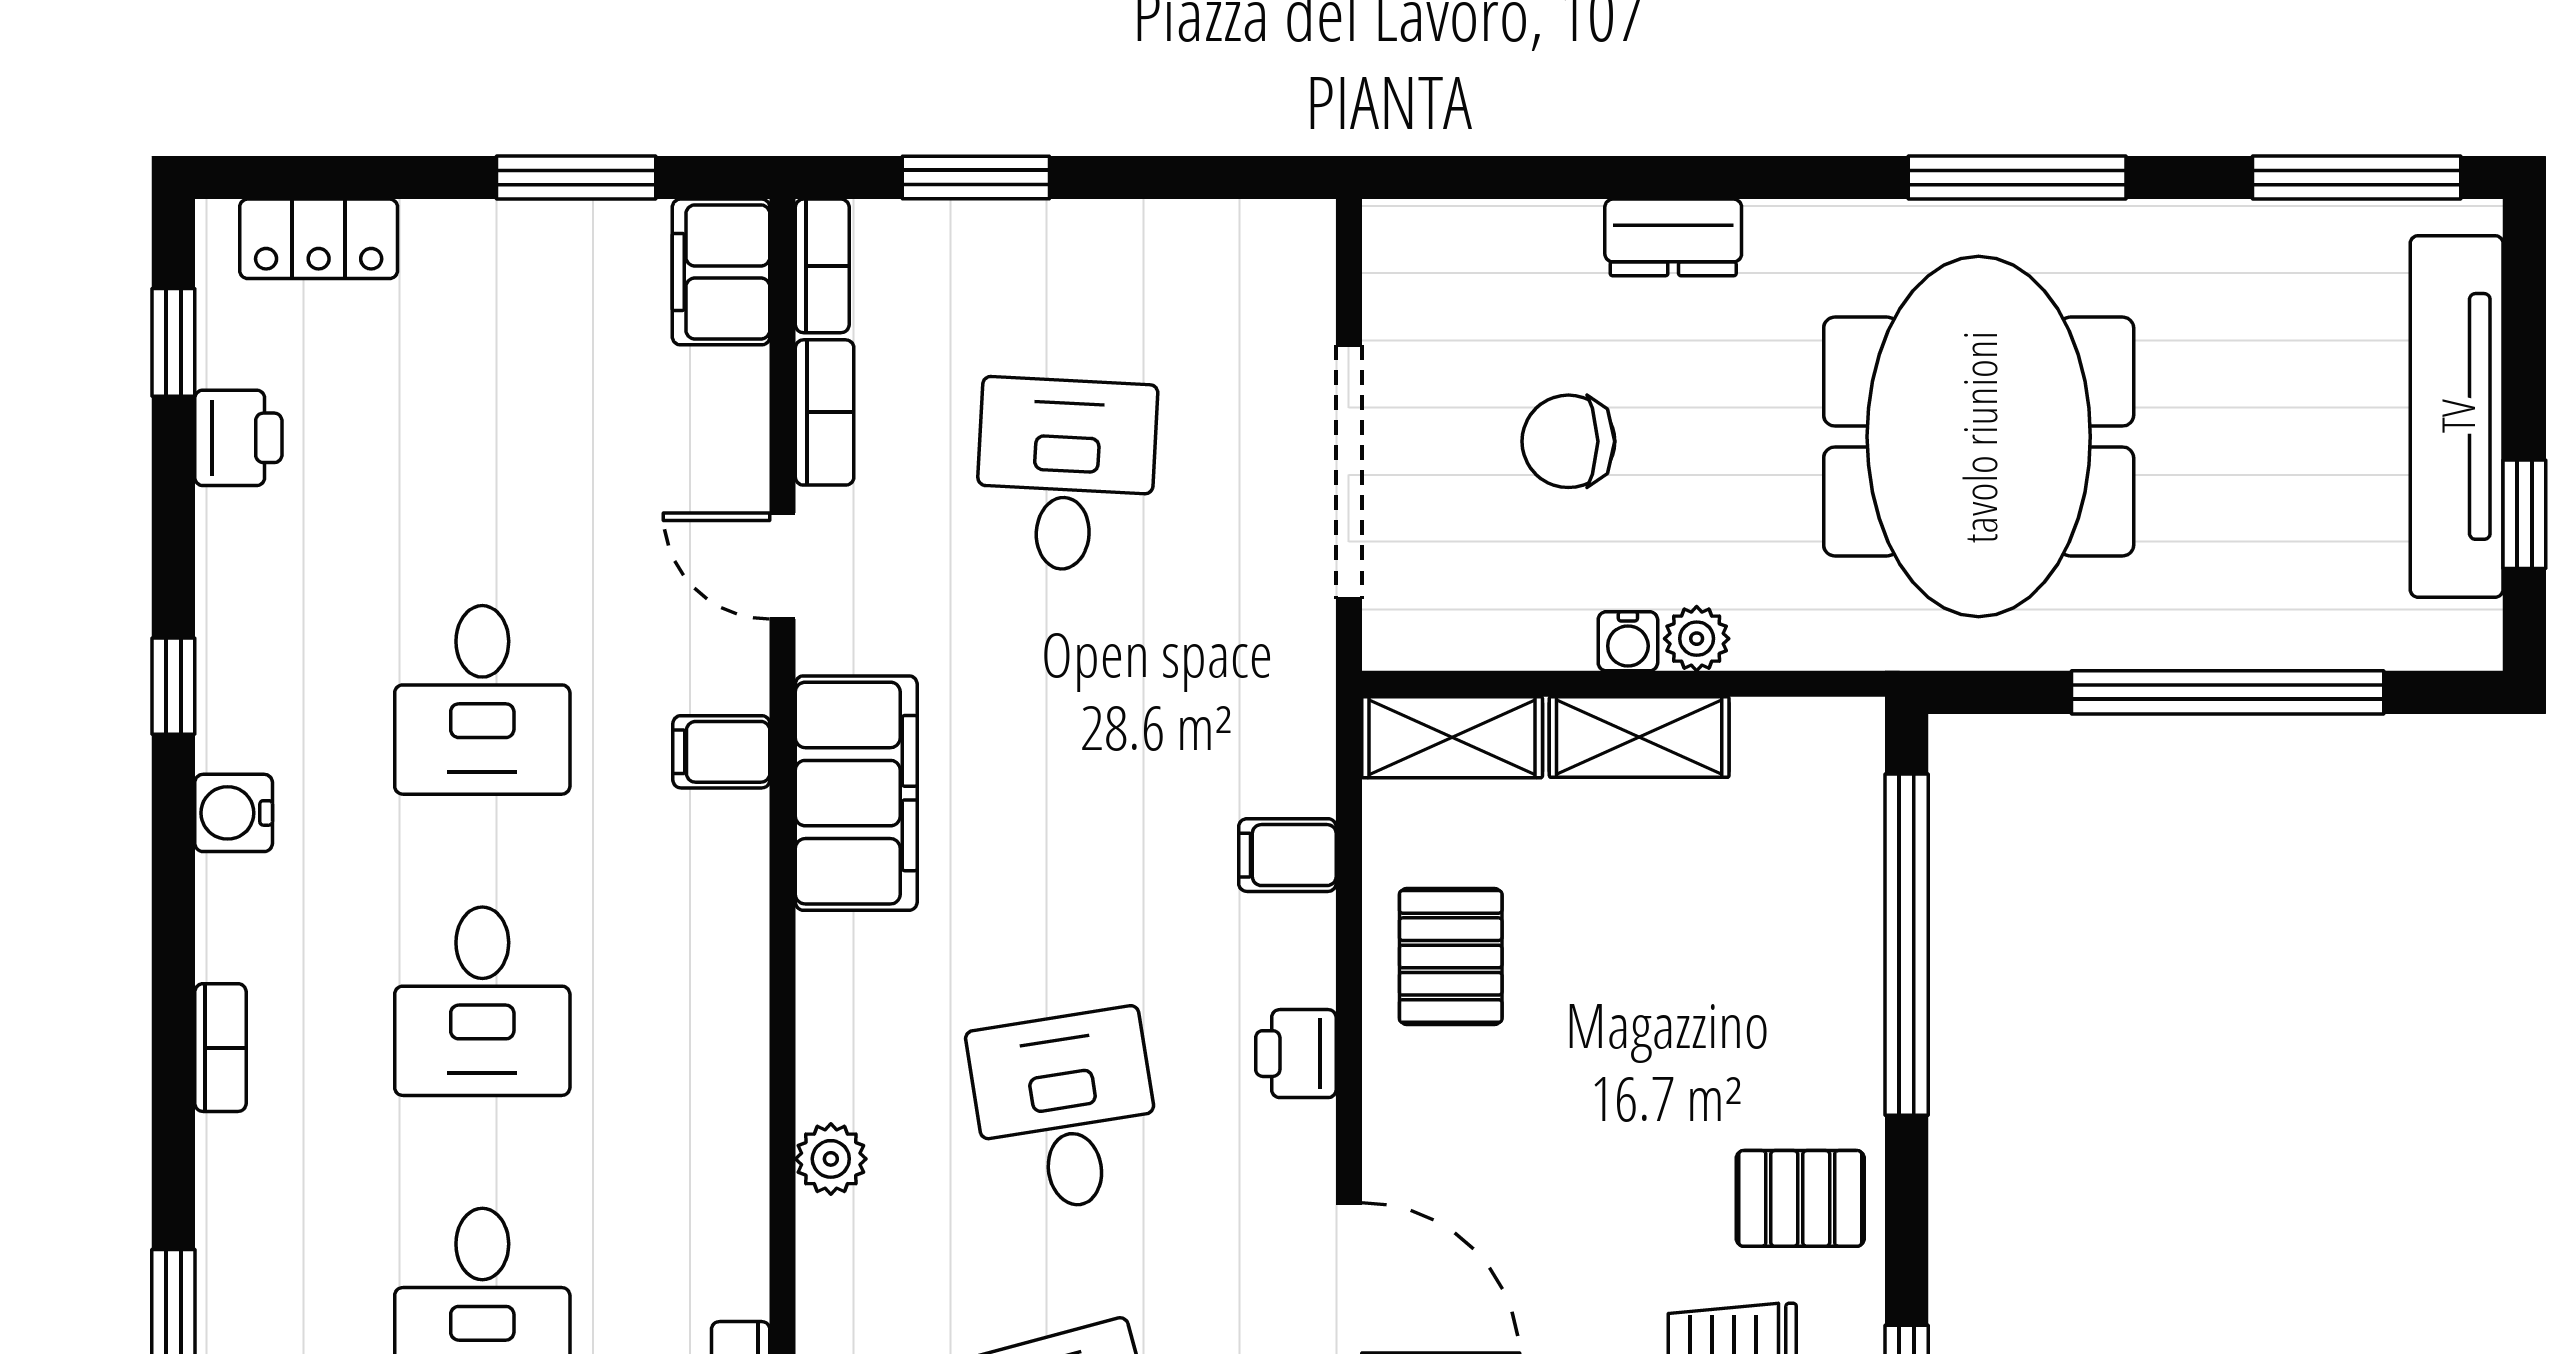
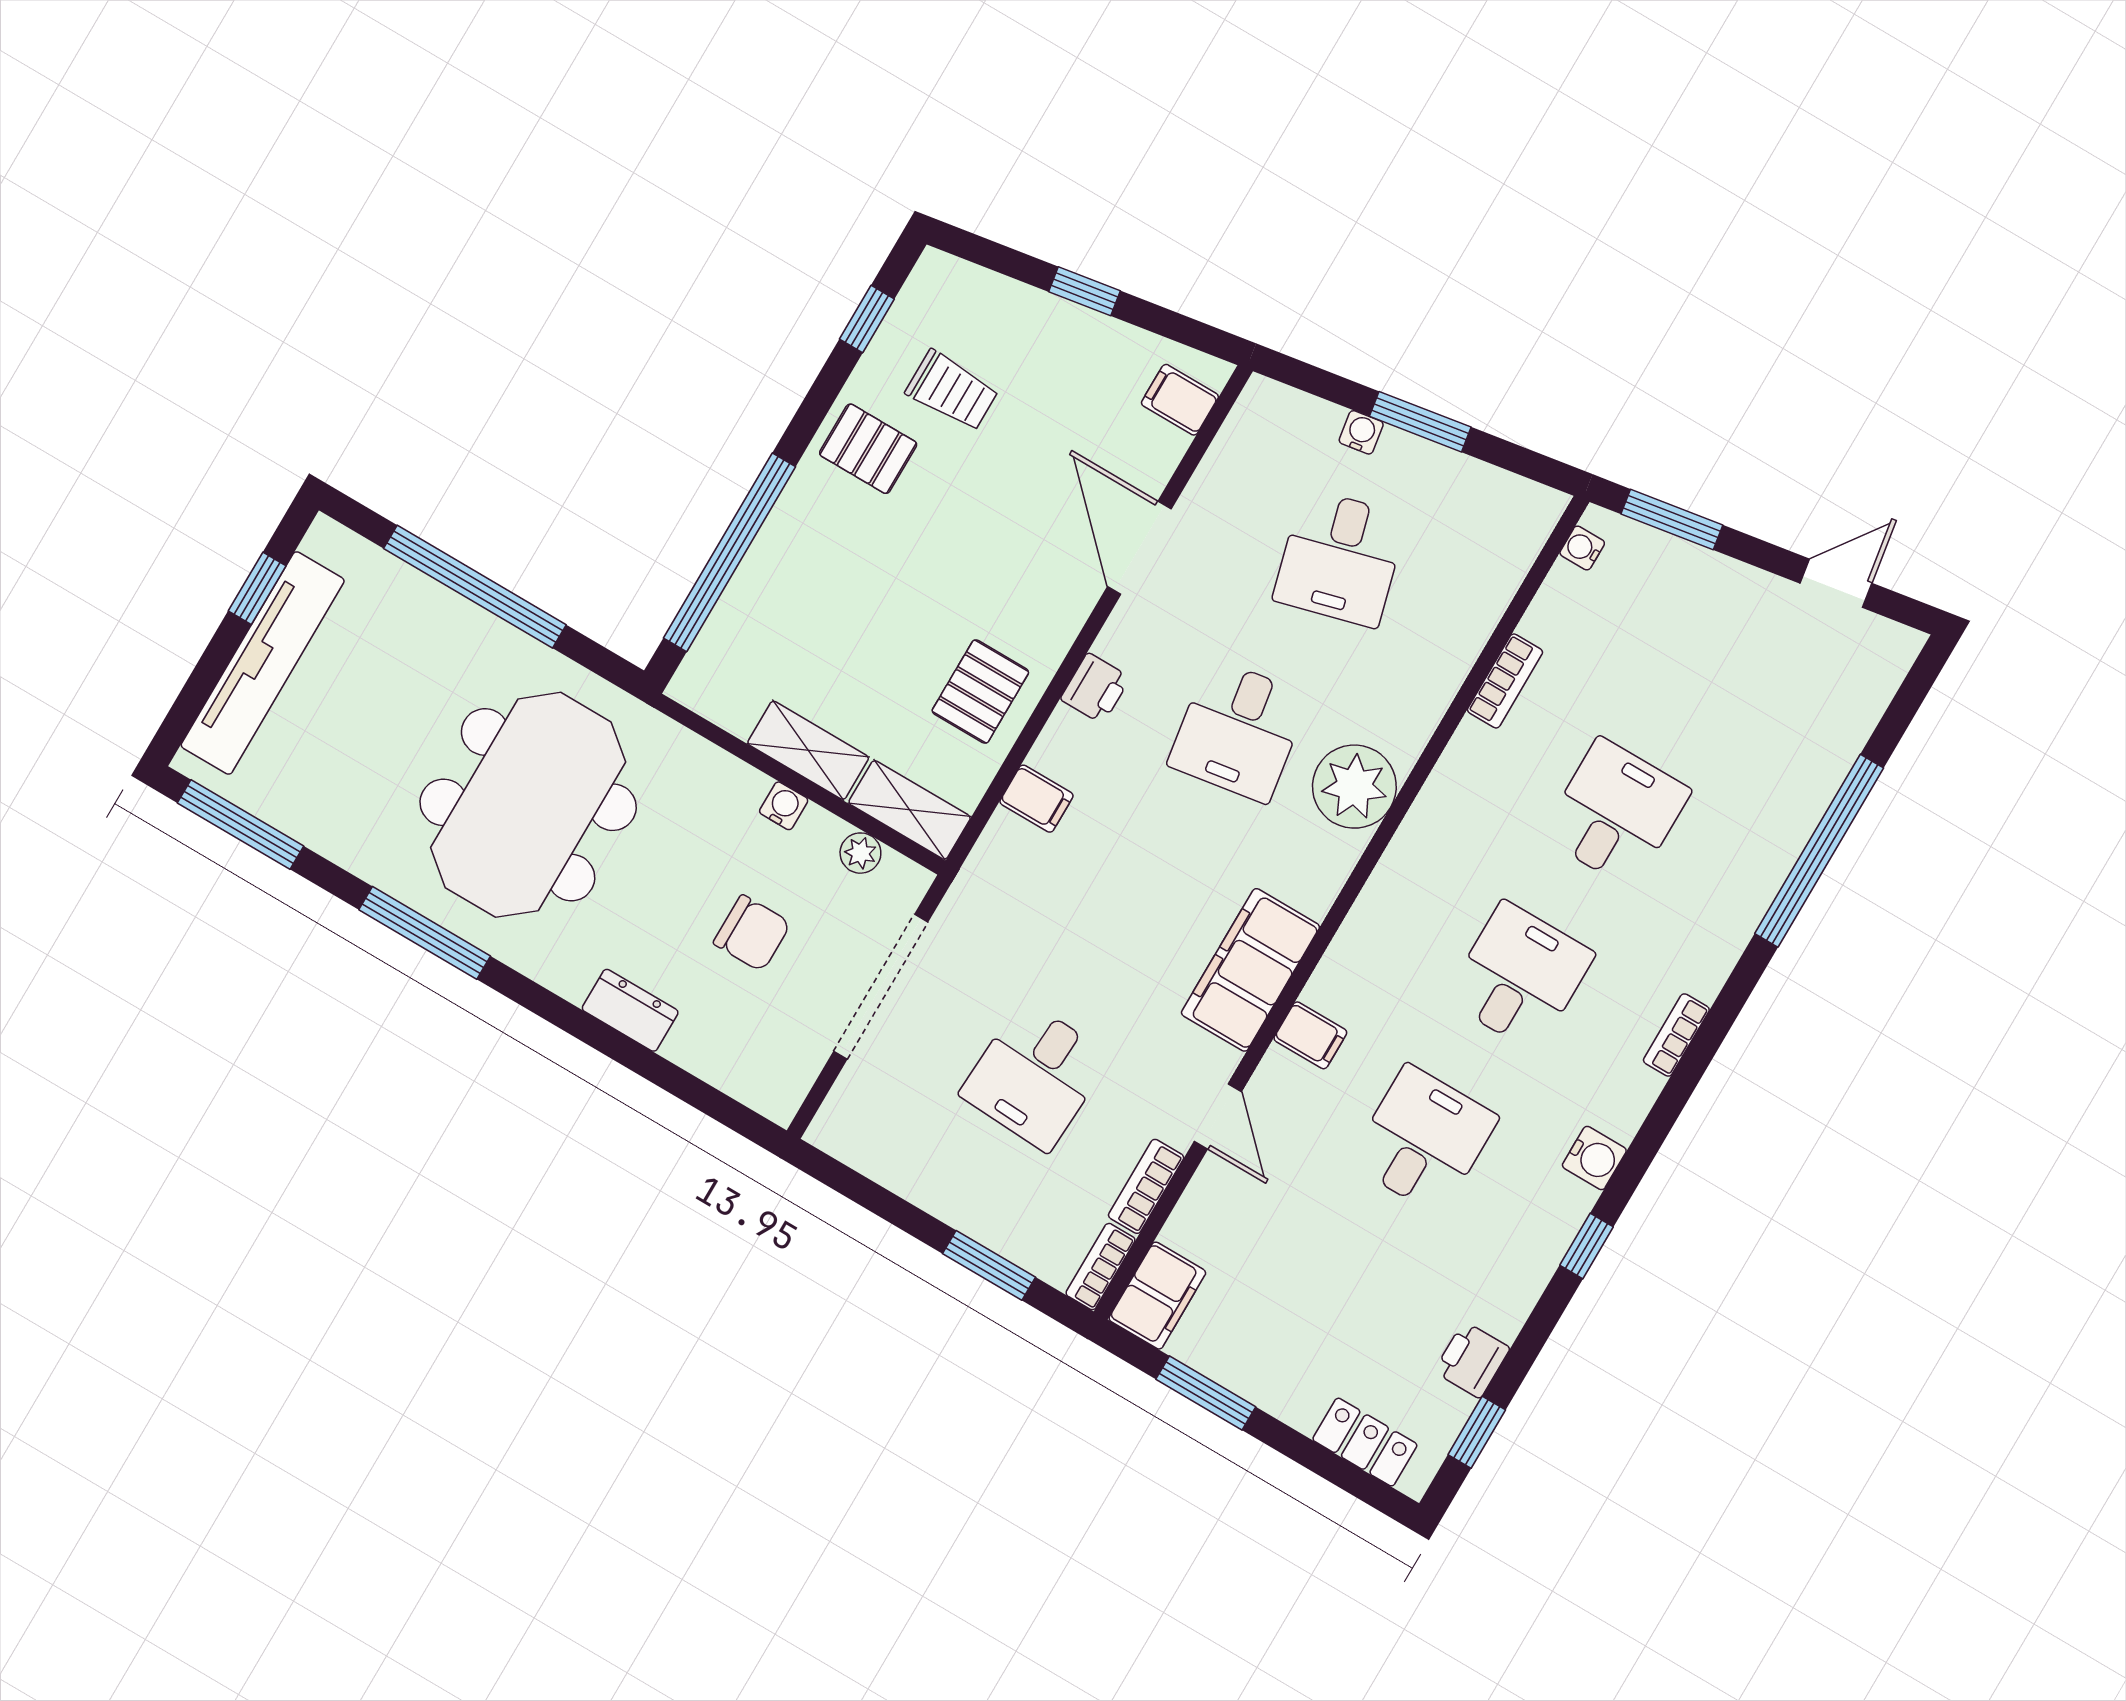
plant: (1697, 639) -> (860, 853), moved
plant: (831, 1159) -> (1354, 787), width x1.87, depth x1.87

